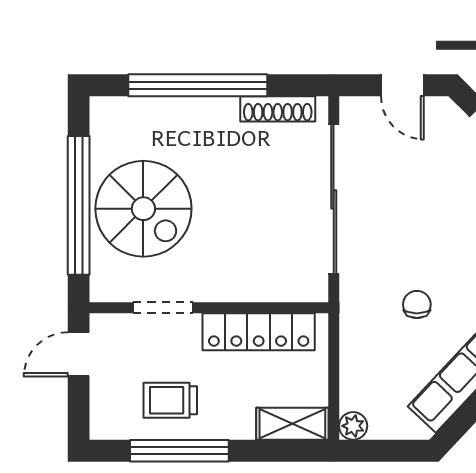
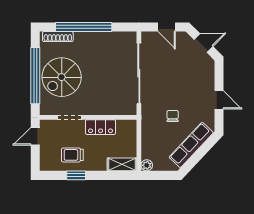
shoe rack: (278, 109) -> (58, 37), moved
spiral stairs: (143, 209) -> (62, 77), turned 90
locker: (259, 332) -> (101, 127), width x0.66
window: (179, 451) -> (76, 175), width x0.46

